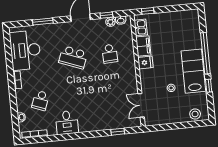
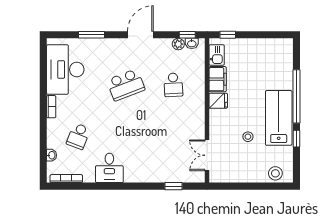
window: (106, 15) -> (187, 35), moved
school desk: (73, 57) -> (126, 85), turned -42

